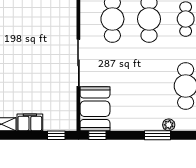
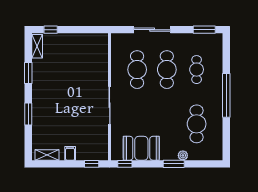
booth: (95, 109) -> (141, 148), moved, turned 90
filing cabinet: (30, 122) -> (70, 153), width x0.50

